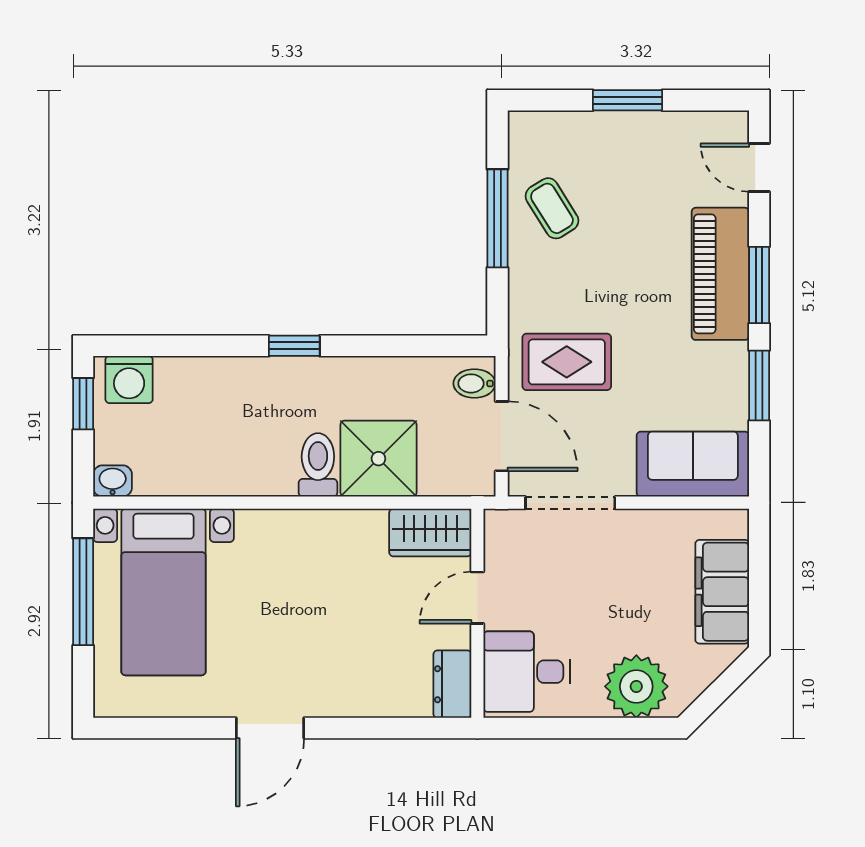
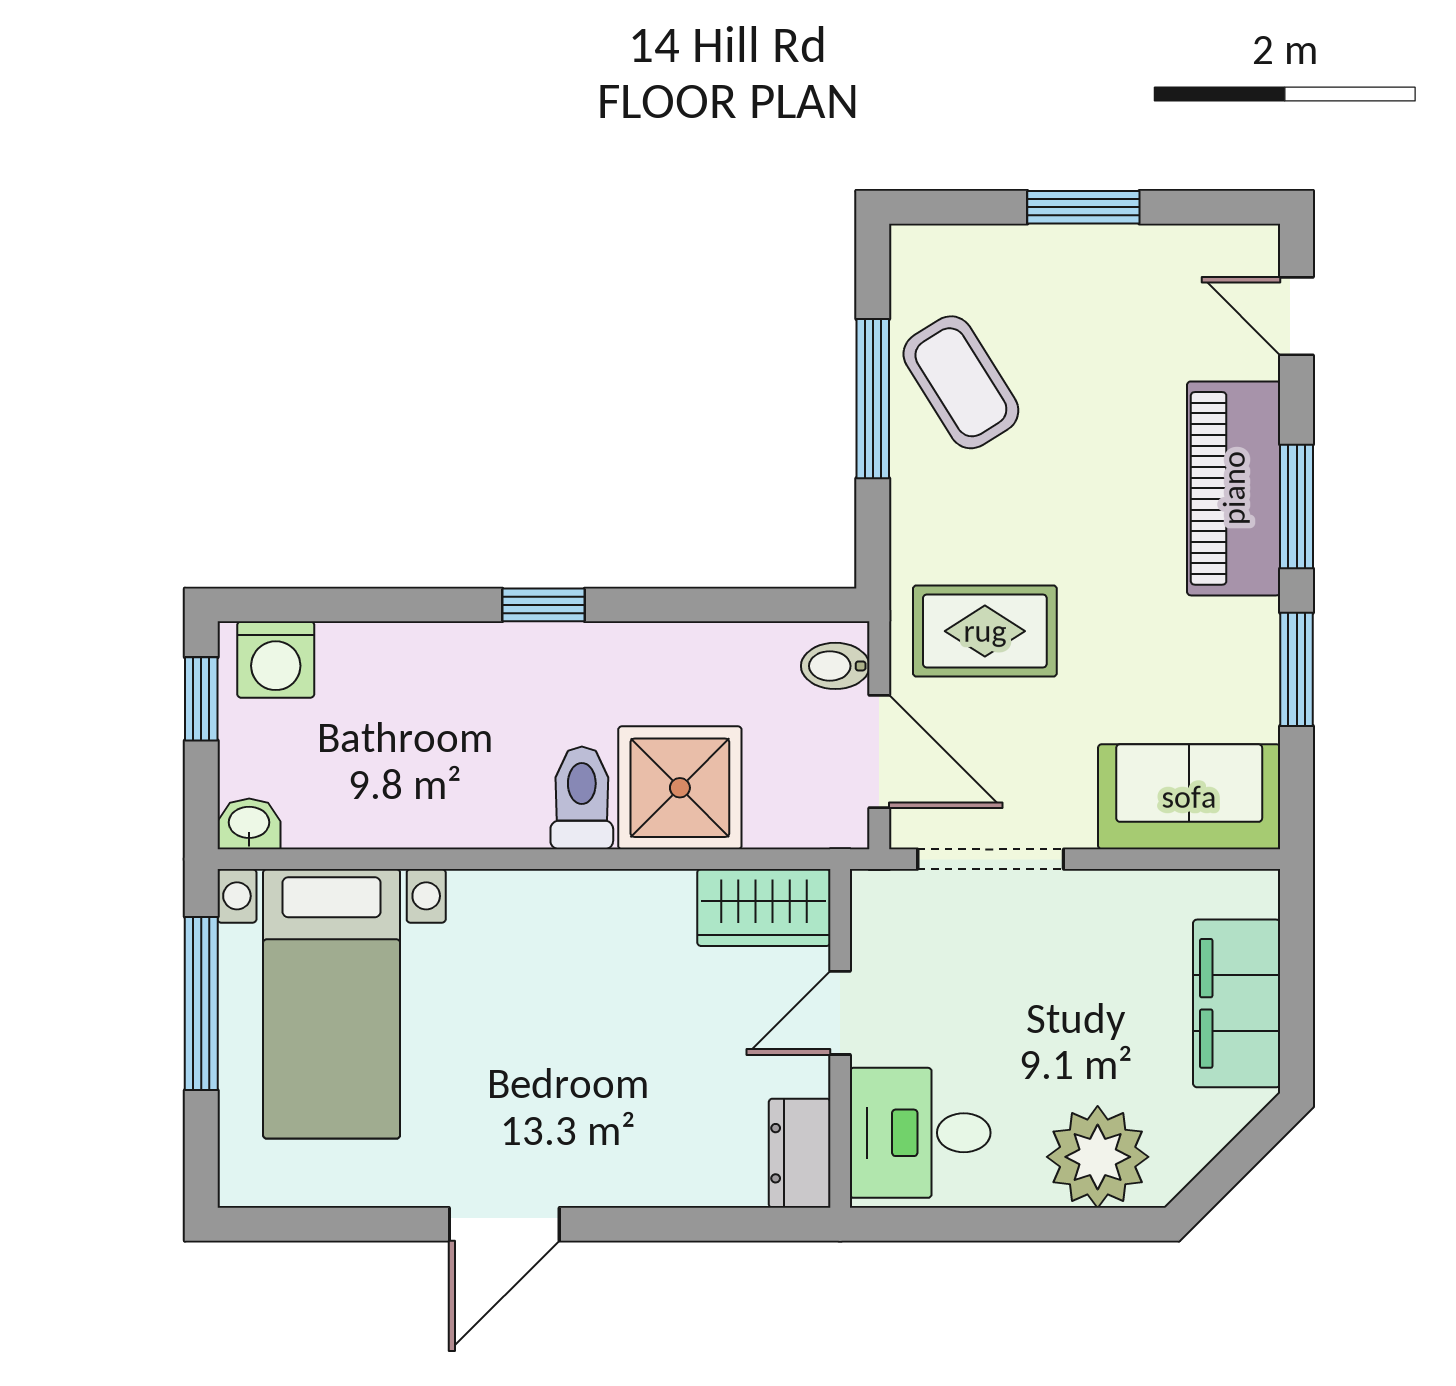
coffee table: (552, 208) -> (961, 382), width x1.36, depth x1.30

